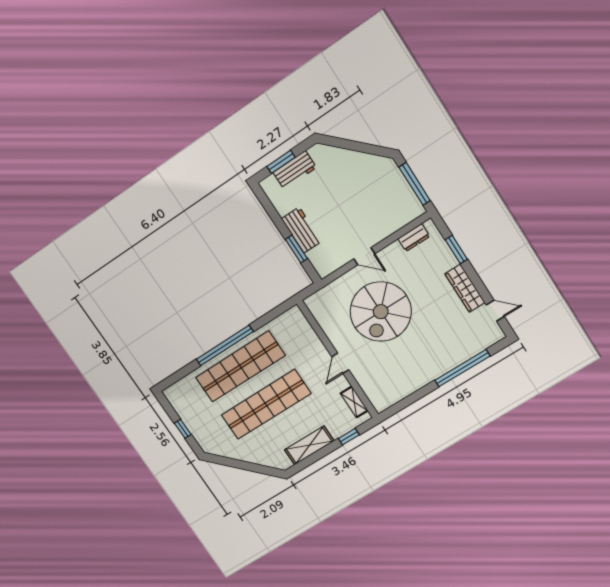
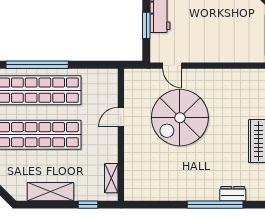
dresser: (414, 238) -> (233, 194), moved, turned 180
door: (364, 256) -> (172, 66), moved
door: (340, 363) -> (121, 117), moved

